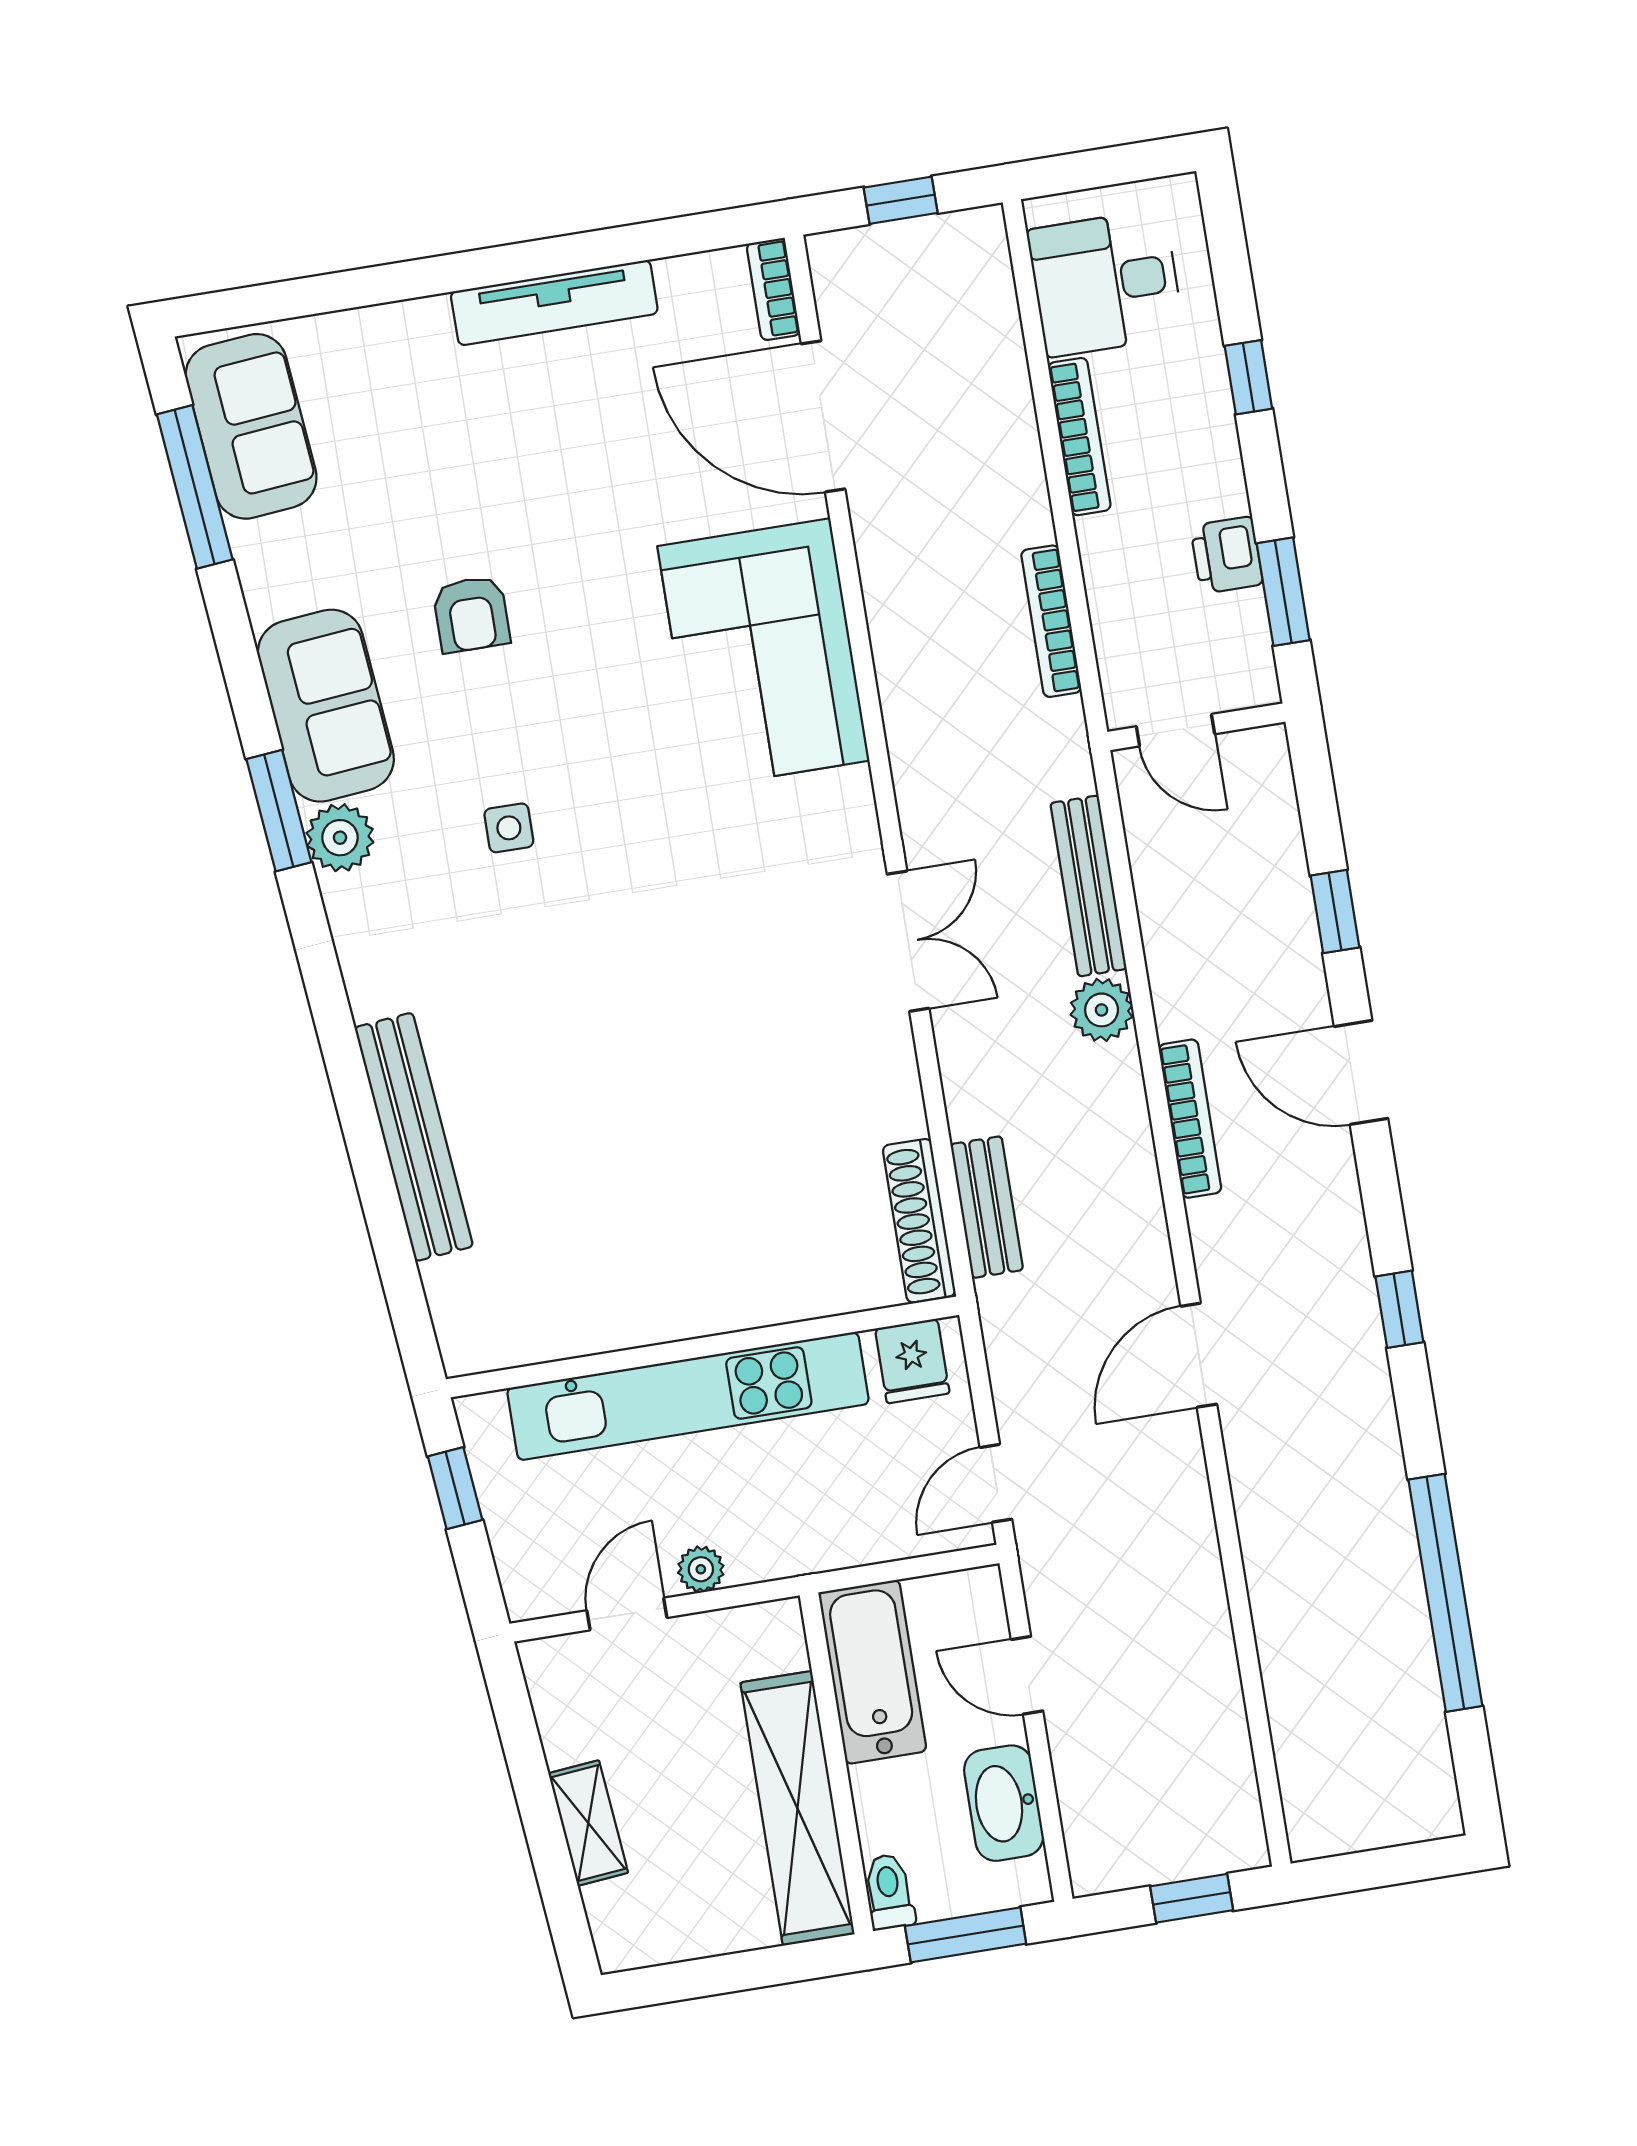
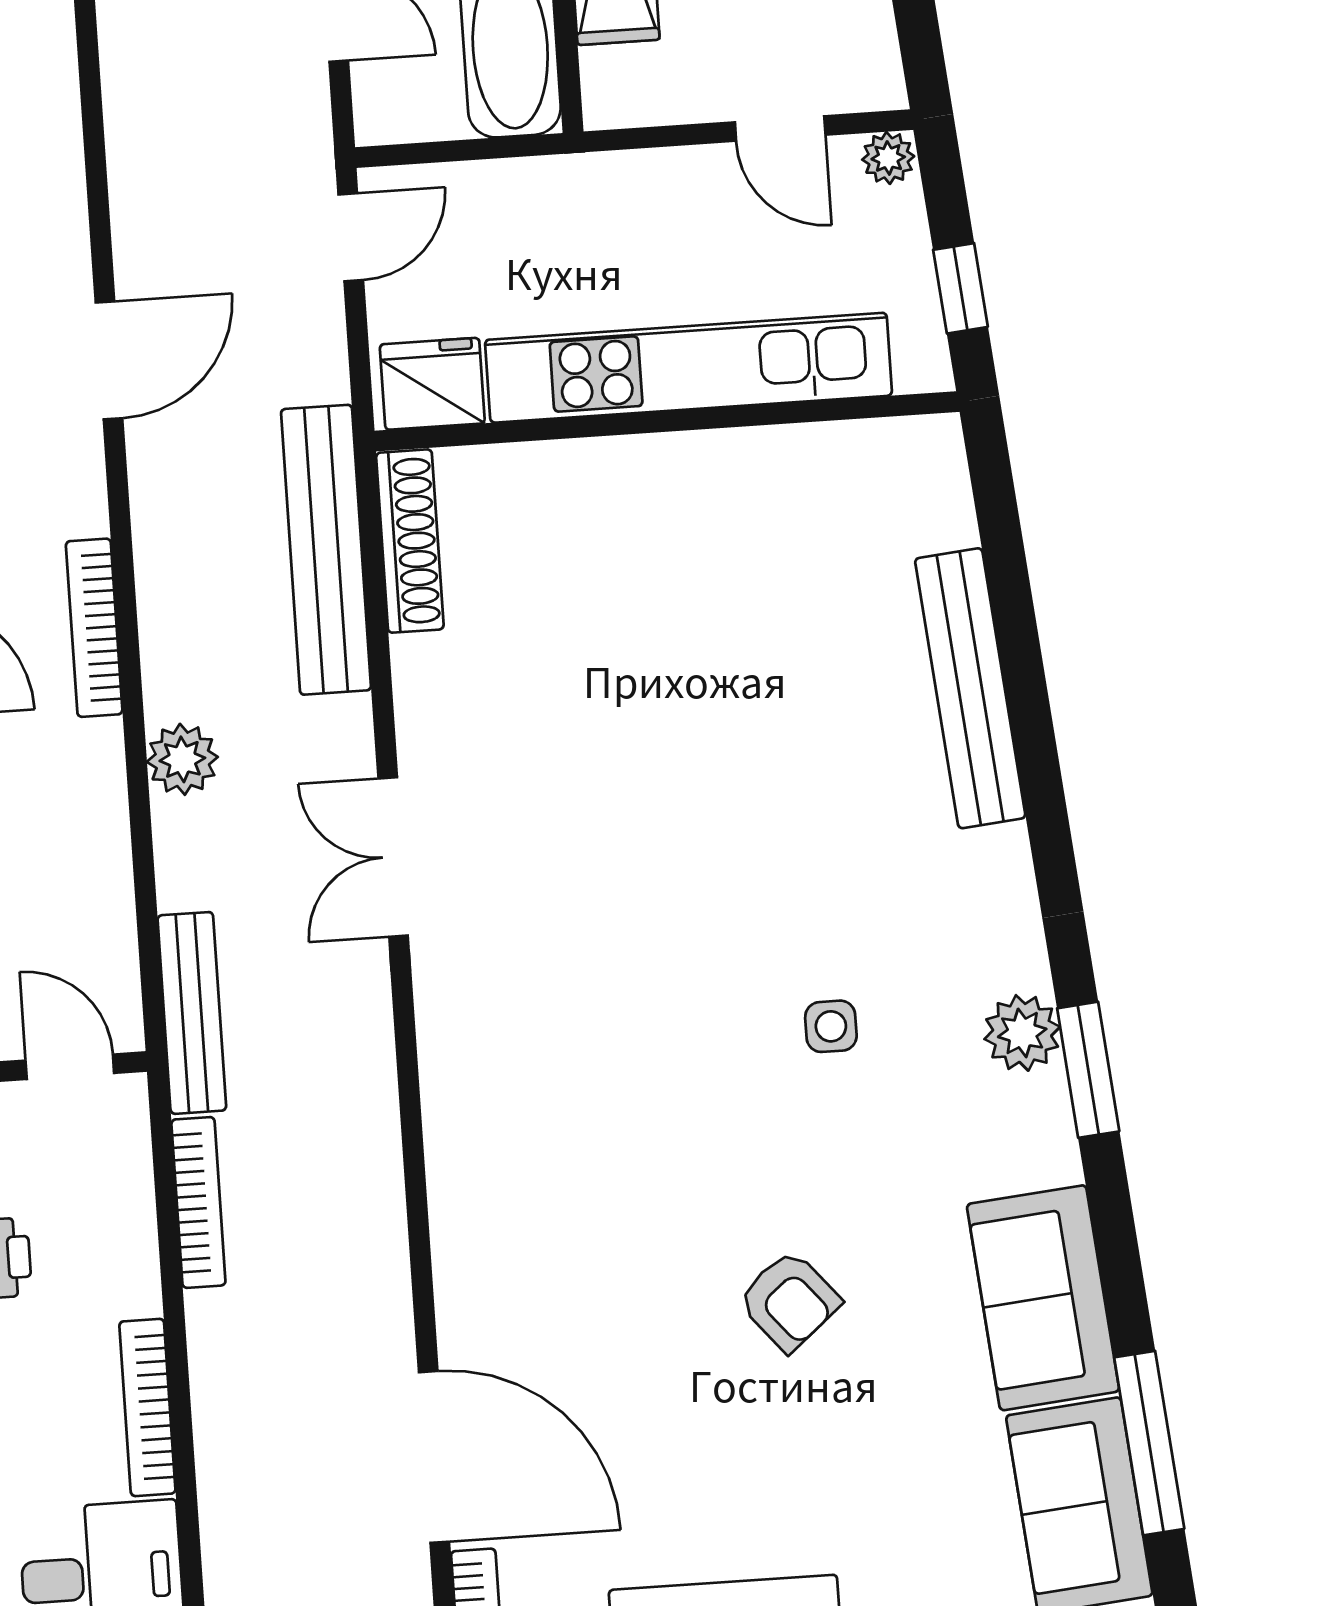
armchair: (471, 614) -> (789, 1301), moved, turned 140
corner sofa: (763, 653) -> (526, 1196), removed
sofa: (326, 706) -> (1043, 1298), moved
bench: (1089, 886) -> (192, 1013), moved
bench: (987, 1207) -> (326, 550), width x1.86, depth x1.21
fridge: (912, 1361) -> (432, 384), width x1.38
plant: (701, 1569) -> (888, 158), moved
door: (627, 1614) -> (780, 129), hinge flipped

